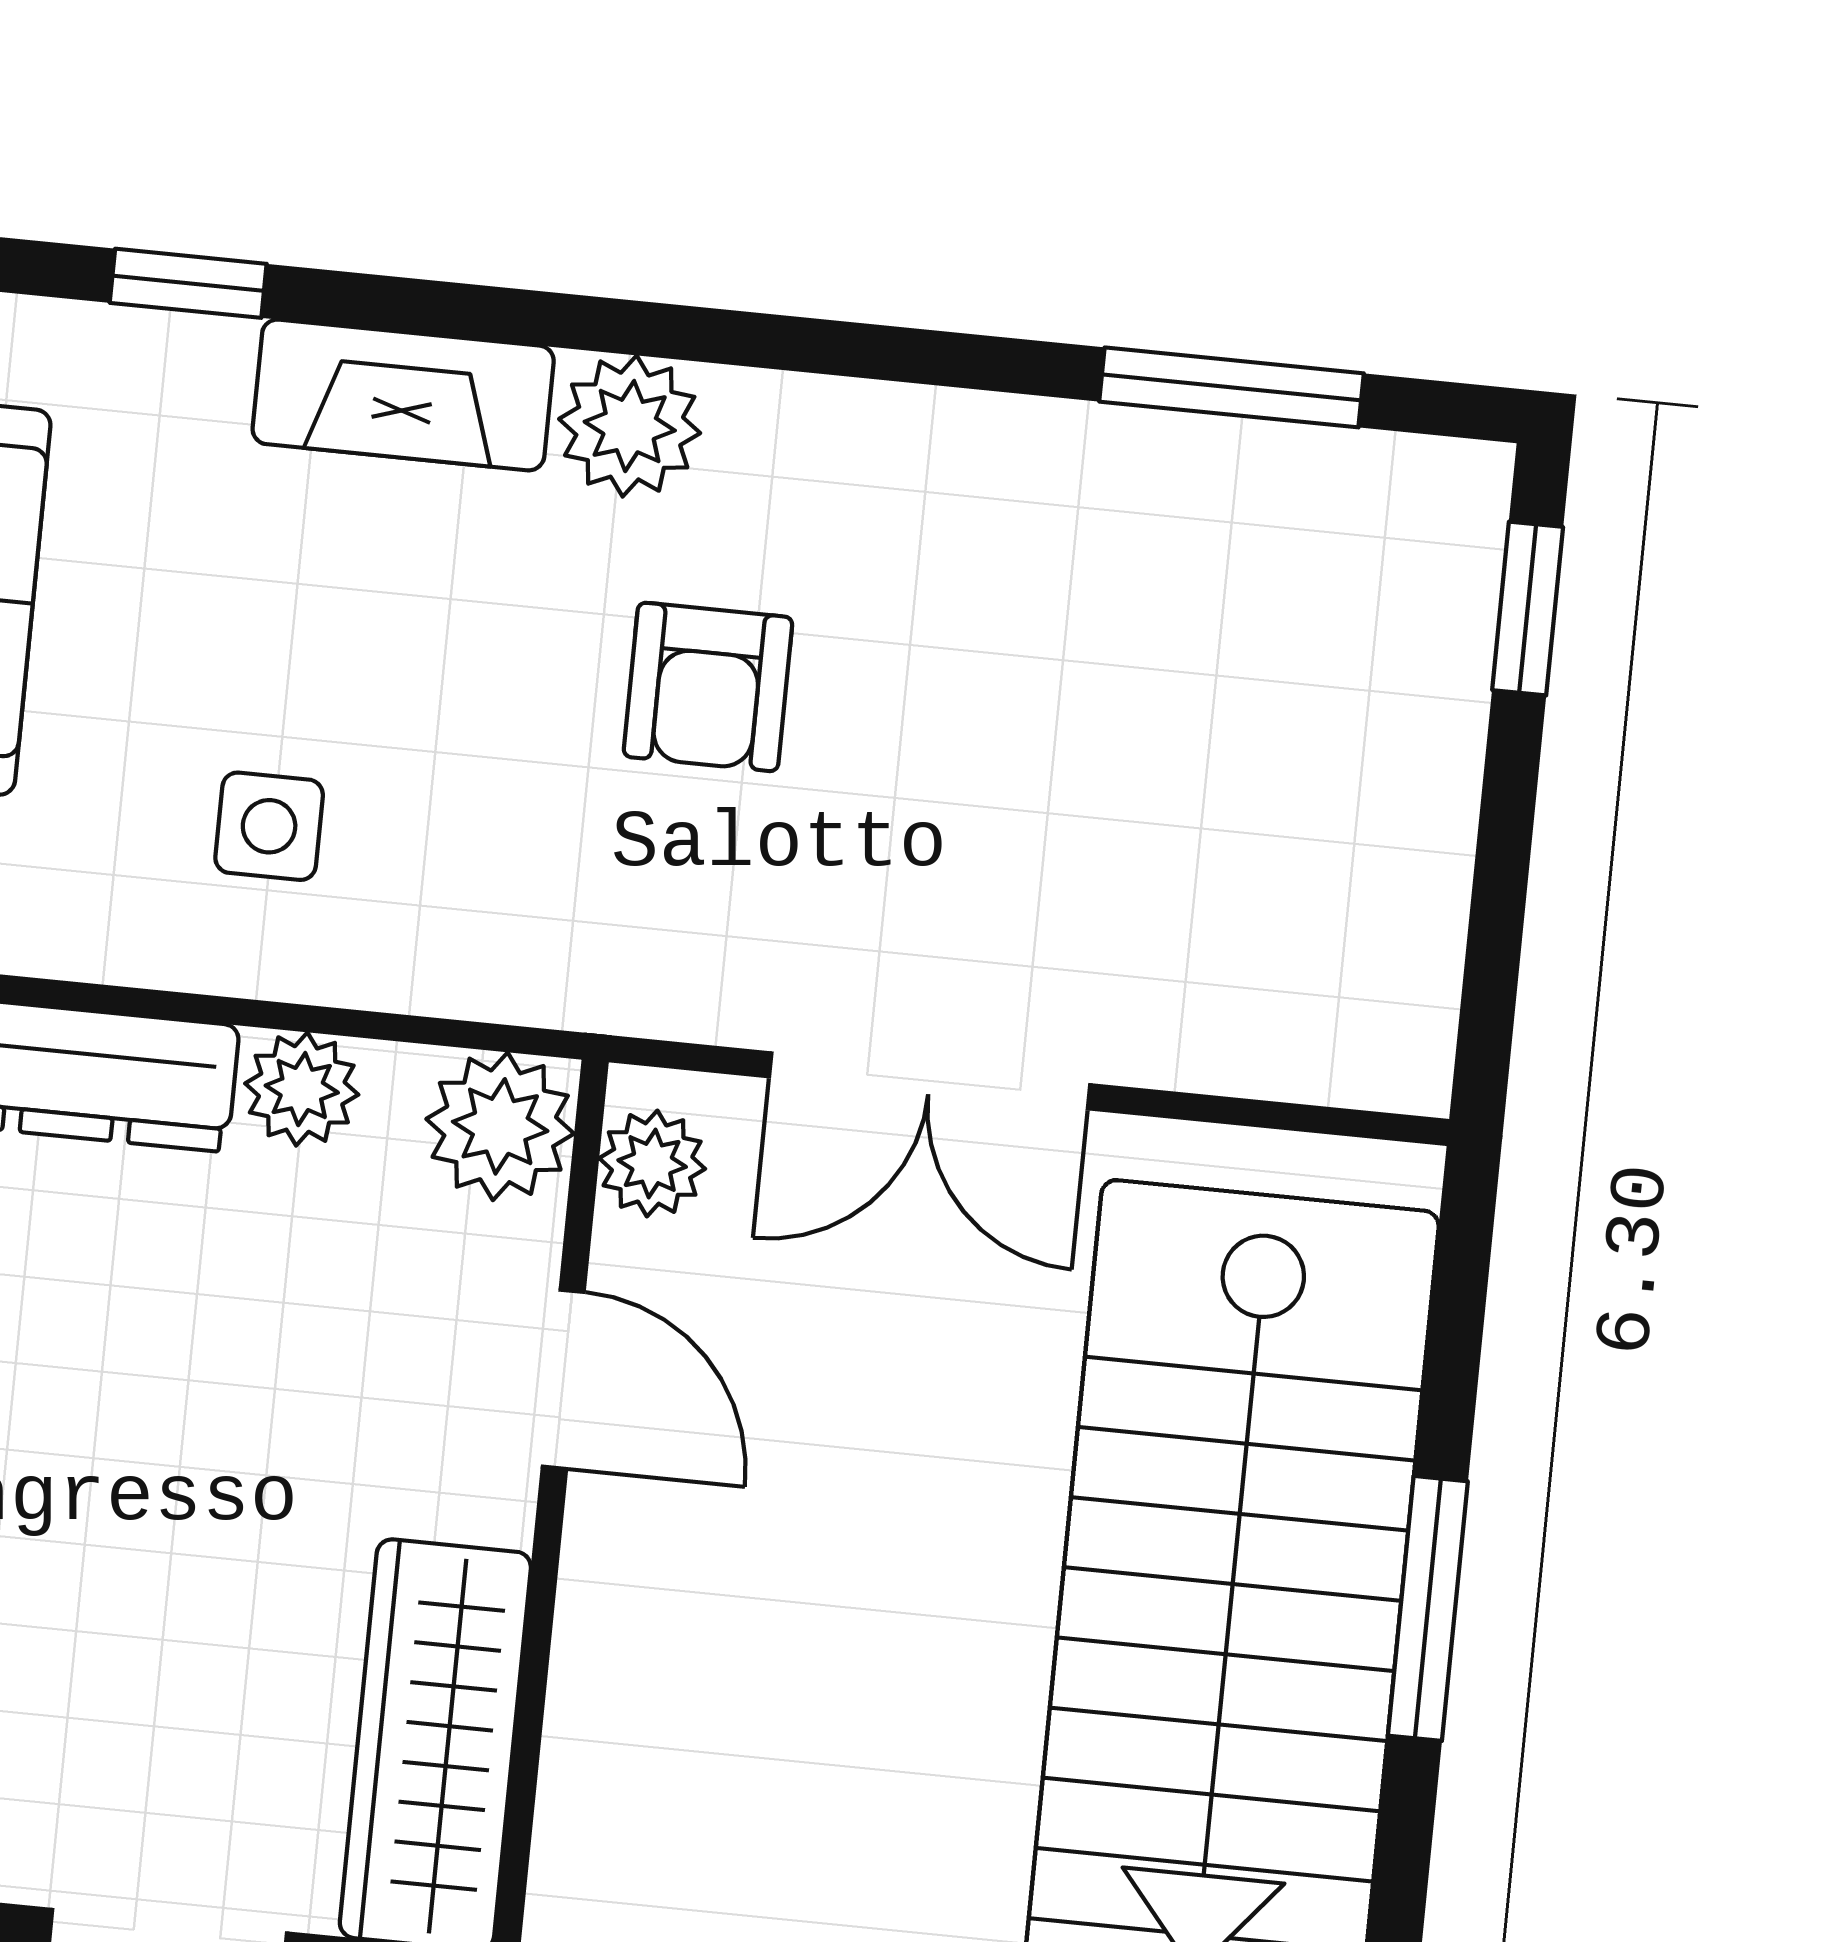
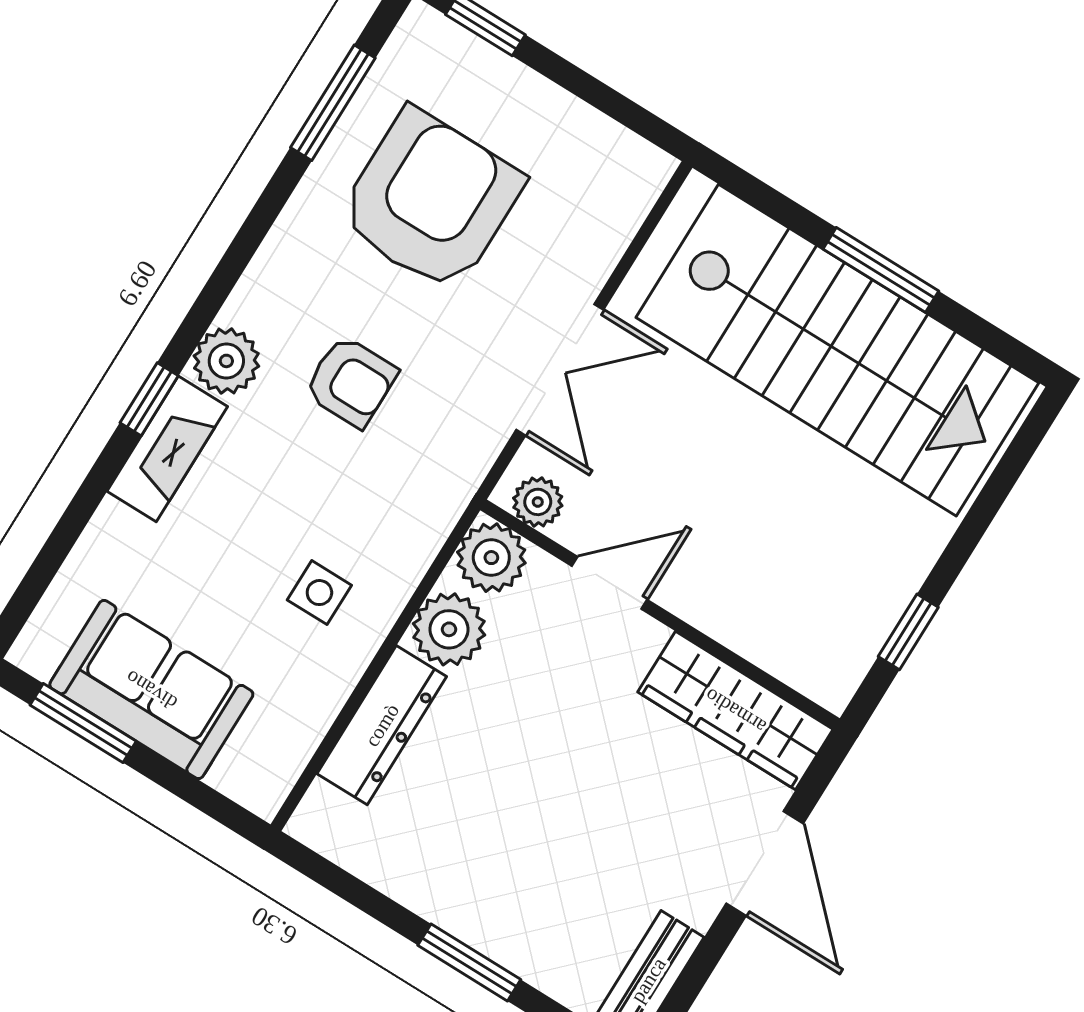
window: (188, 283) -> (149, 399), moved
armchair: (1135, 669) -> (431, 200), added
plant: (302, 1089) -> (449, 629), width x1.38, depth x1.38

